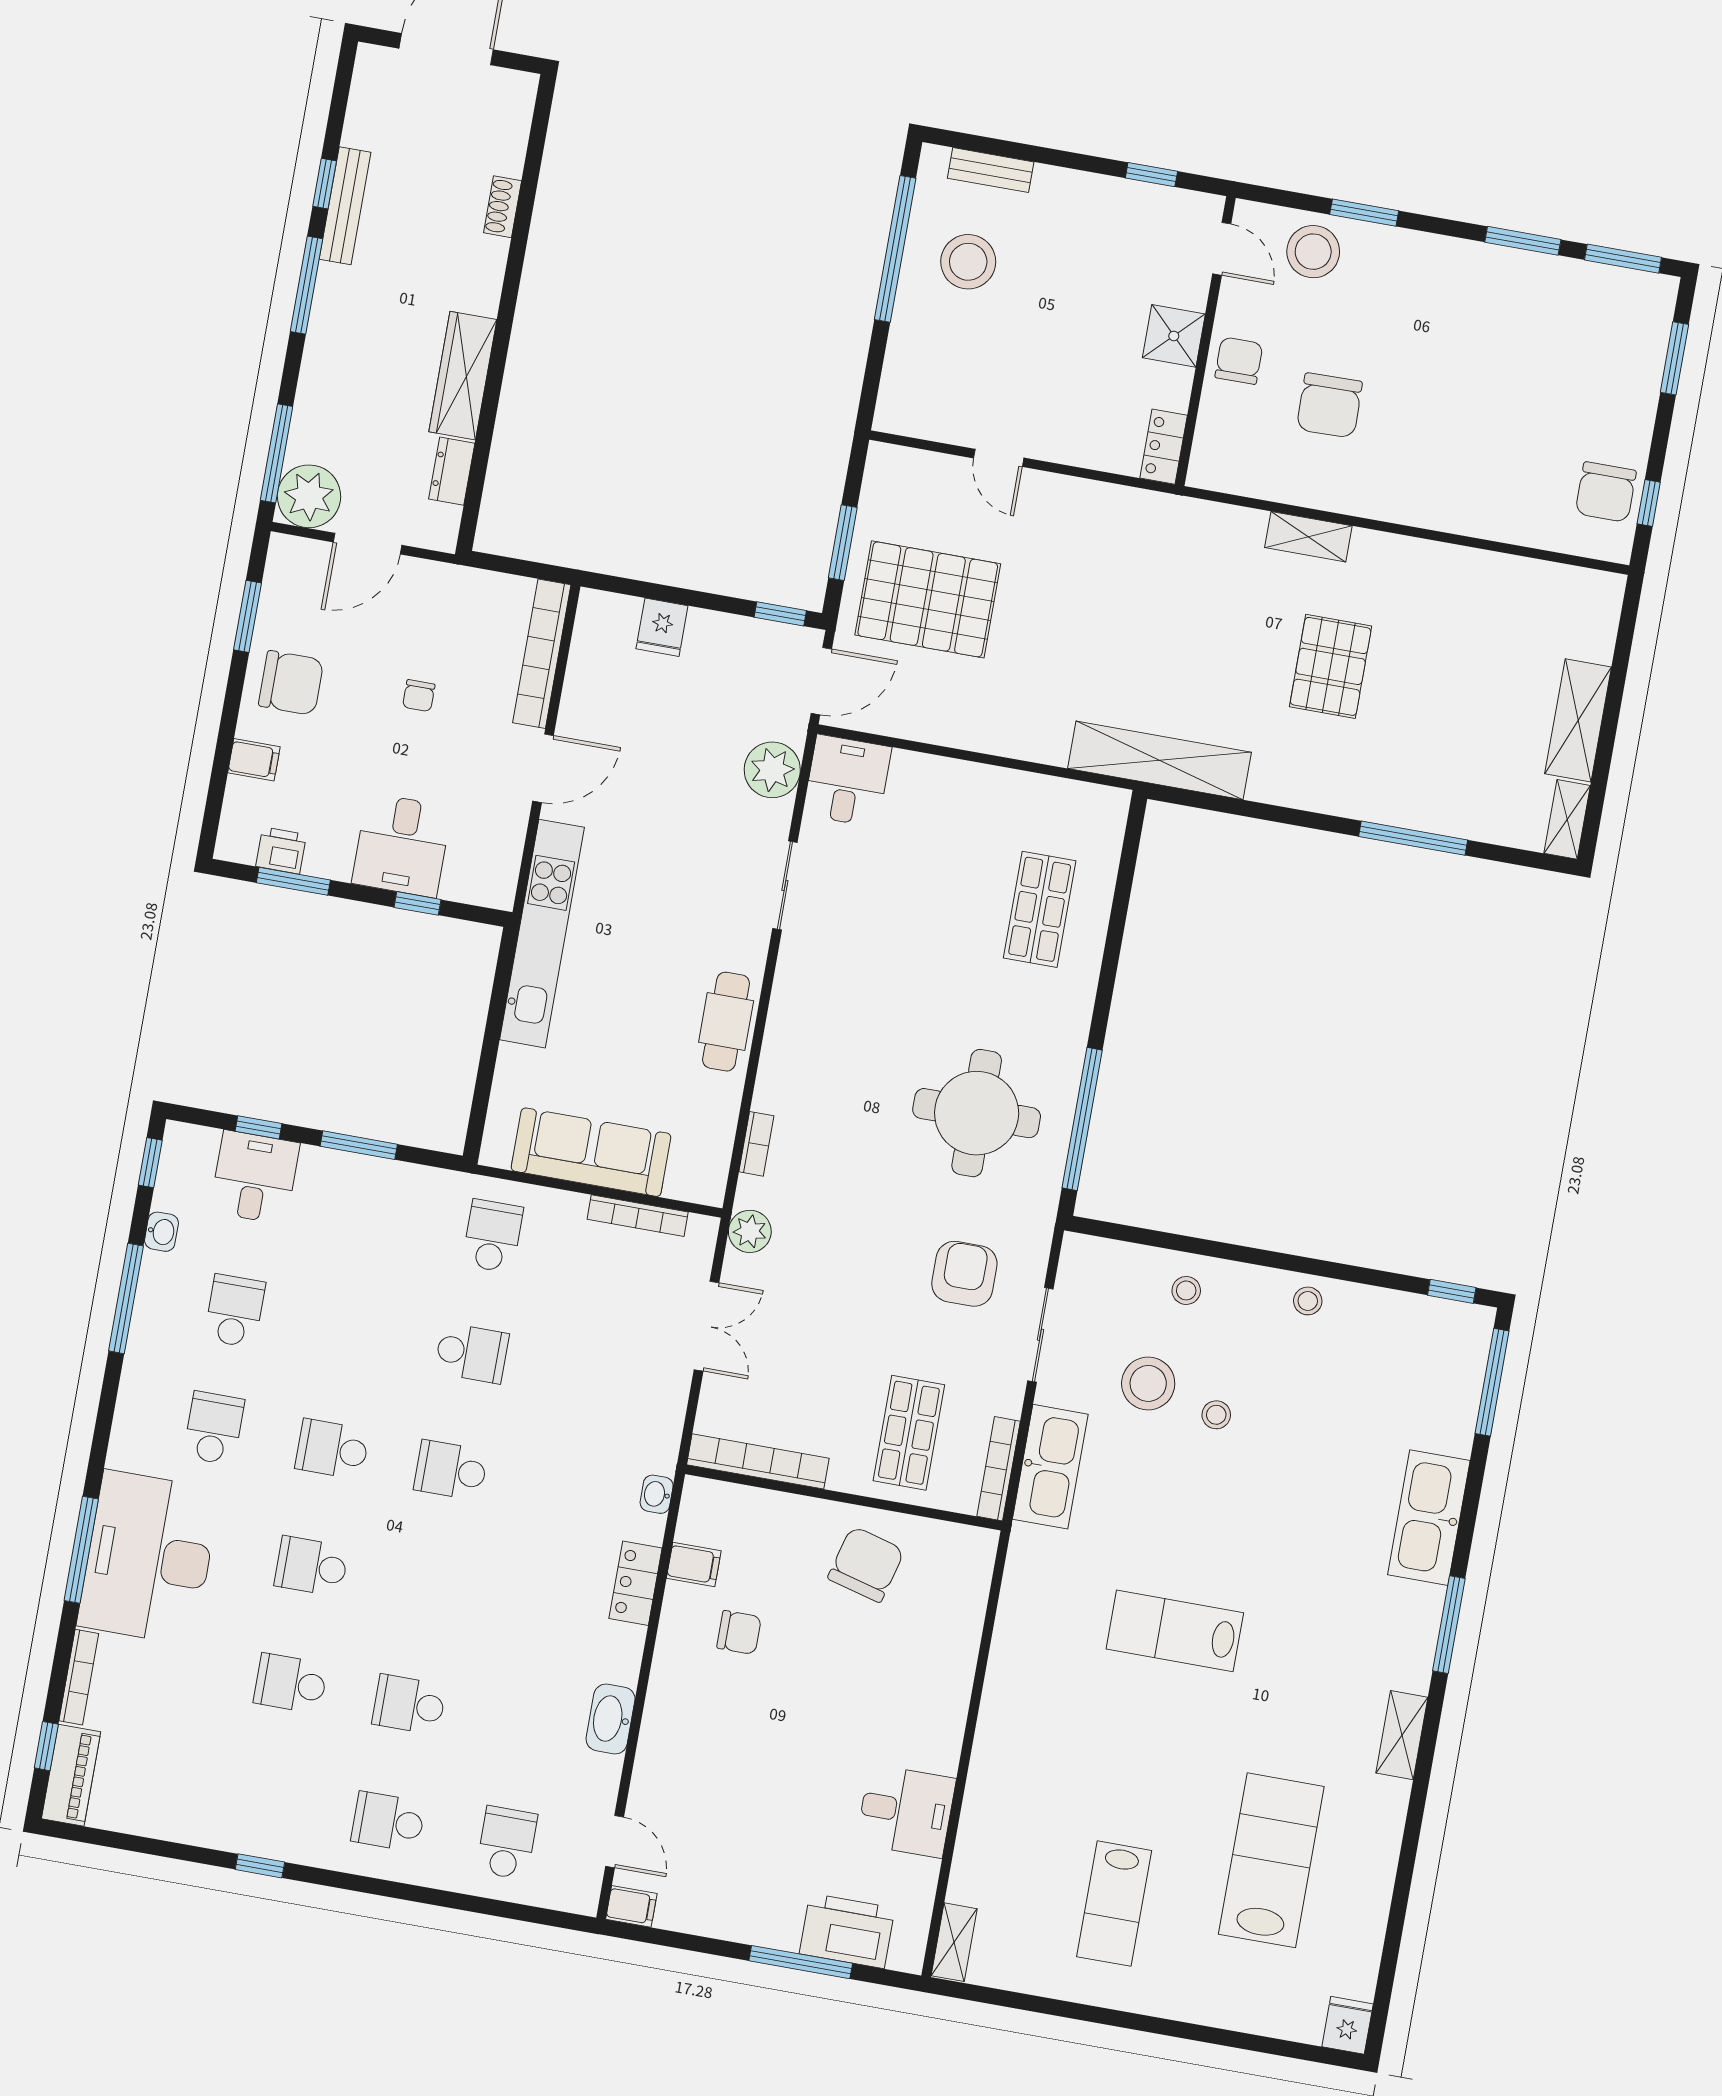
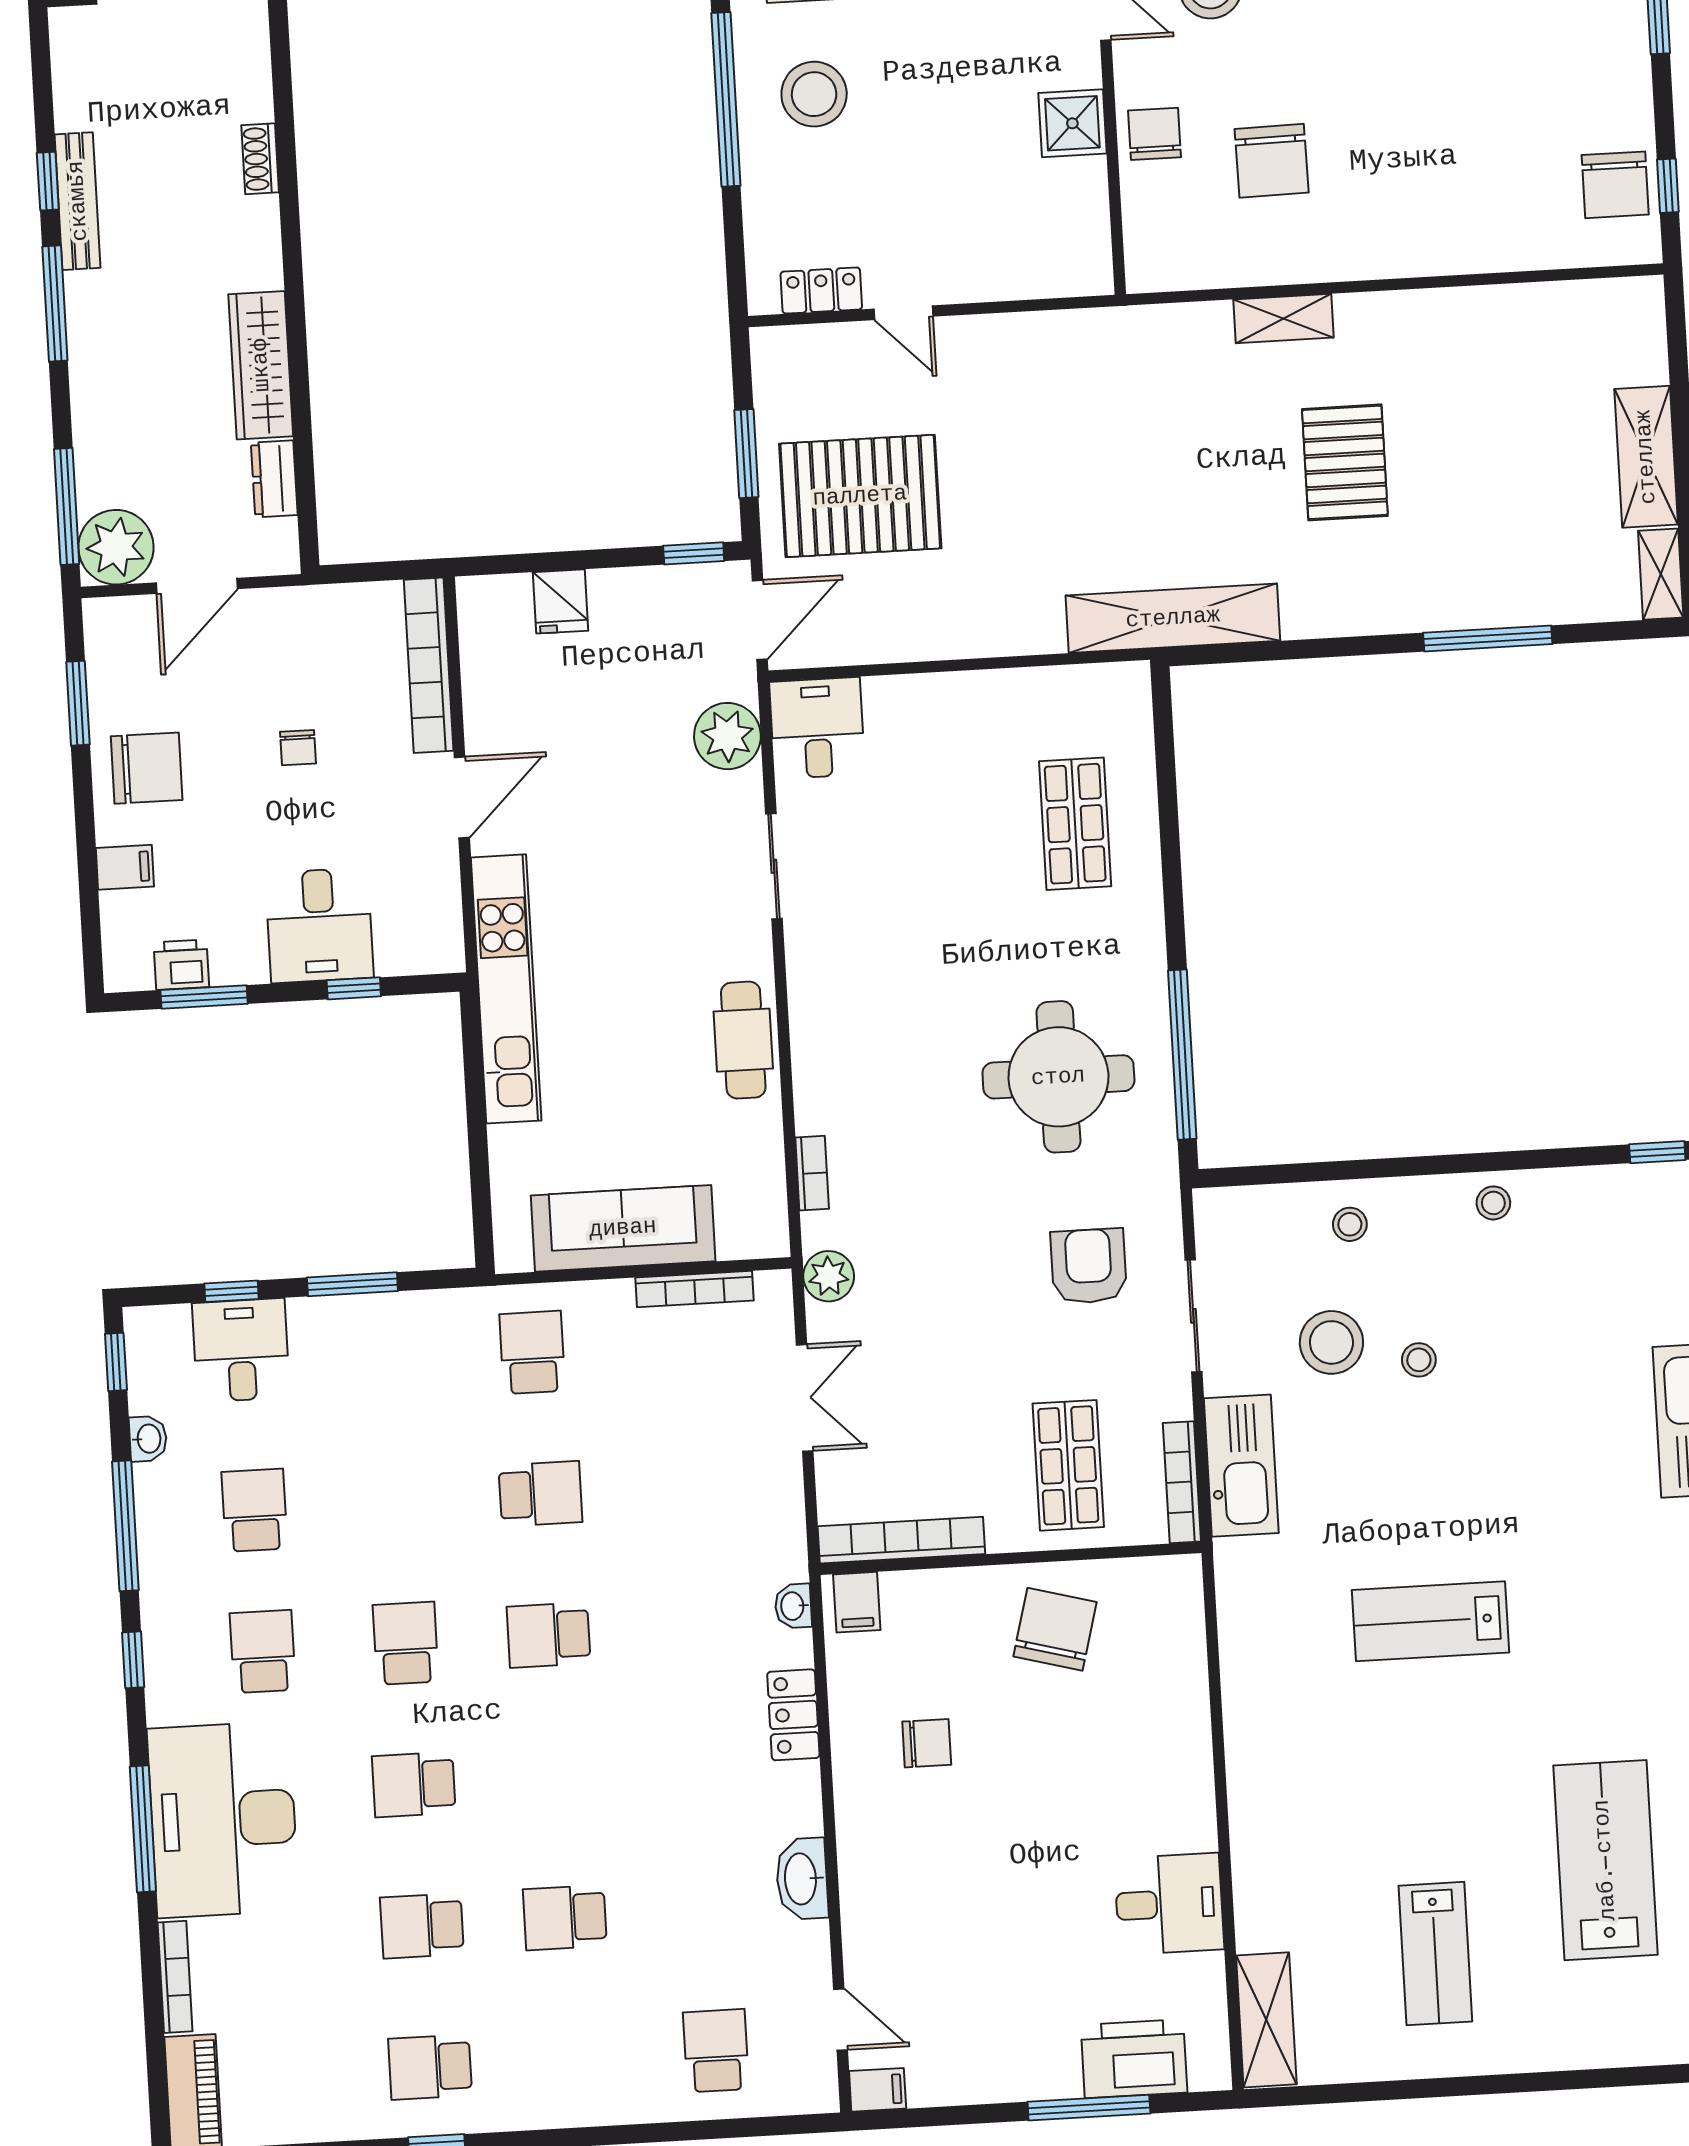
locker: (1164, 447) -> (821, 291), moved, turned 90
school desk: (332, 1449) -> (406, 1643), turned 90
filing cabinet: (694, 1565) -> (857, 1602), moved, turned 90
window: (46, 1746) -> (133, 1660), moved
school desk: (388, 1822) -> (430, 2067), moved
shelving: (954, 1942) -> (1266, 2020), width x1.50, depth x1.33

